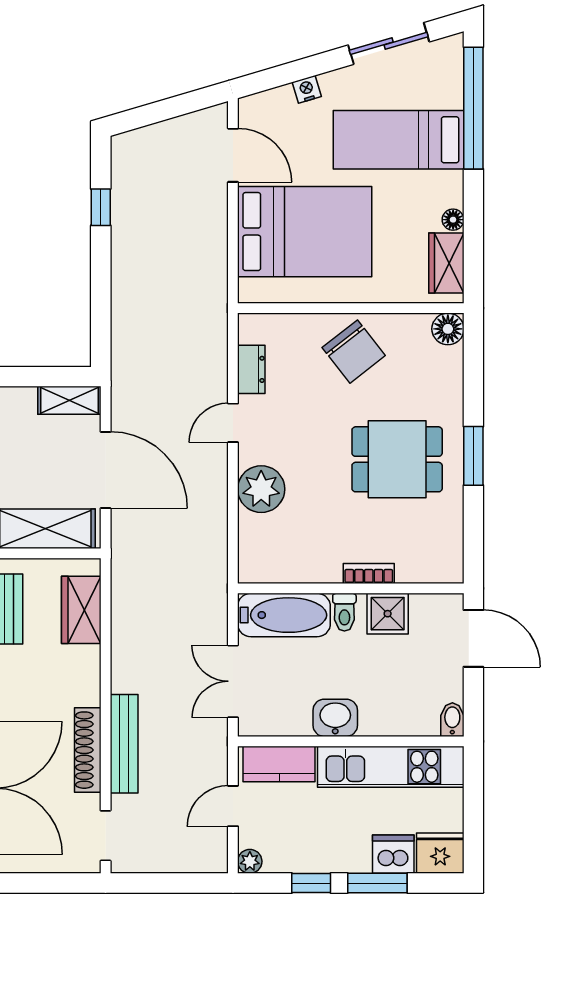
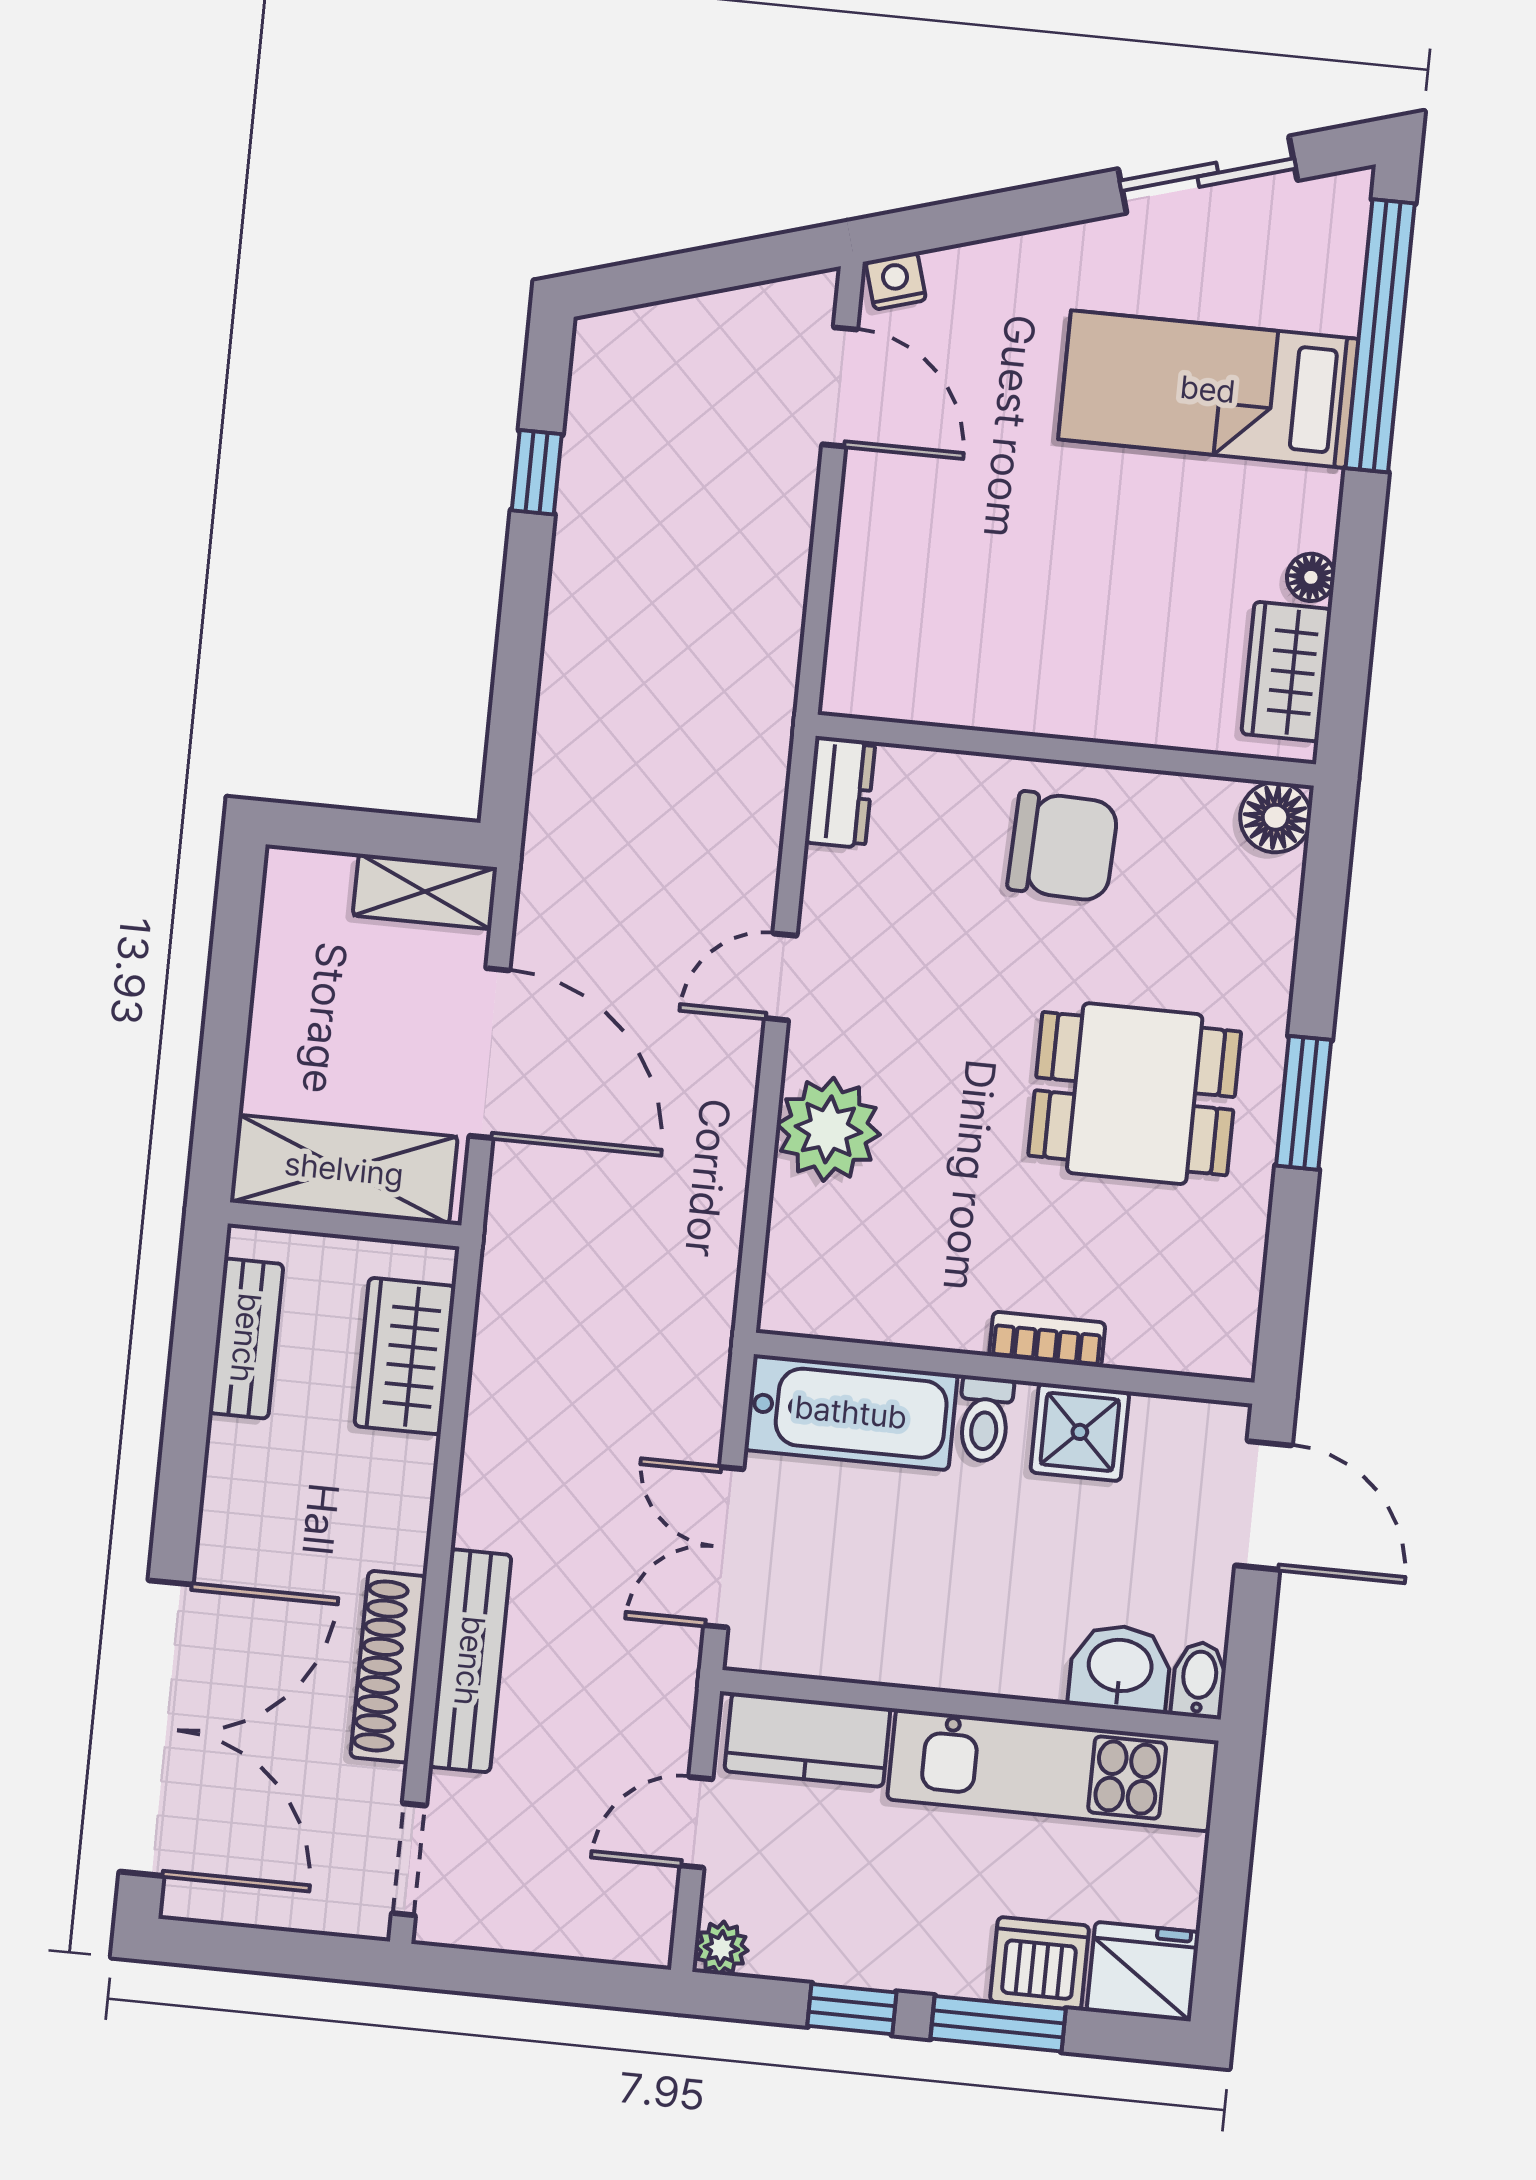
nightstand: (307, 89) -> (896, 281), moved
bed: (305, 232) -> (981, 571), removed
chair: (354, 352) -> (1063, 846), turned -50
dresser: (251, 369) -> (840, 792), moved
washbasin: (335, 718) -> (1120, 1668), moved

